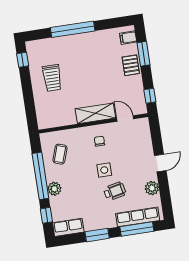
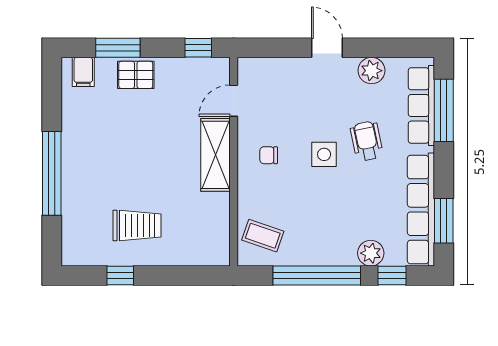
window: (23, 60) -> (120, 276), moved
coffee table: (60, 154) -> (263, 236), moved
plant: (54, 189) -> (371, 253), moved
row of seats: (68, 227) -> (421, 210), width x2.02
window: (97, 235) -> (444, 221), moved

